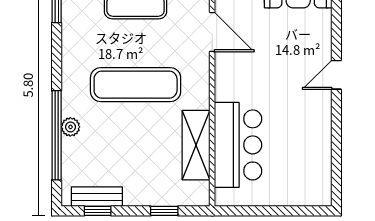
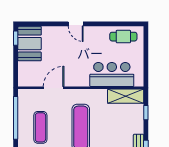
shelving: (196, 145) -> (126, 96), moved
cafe table: (312, 167) -> (123, 37), added

